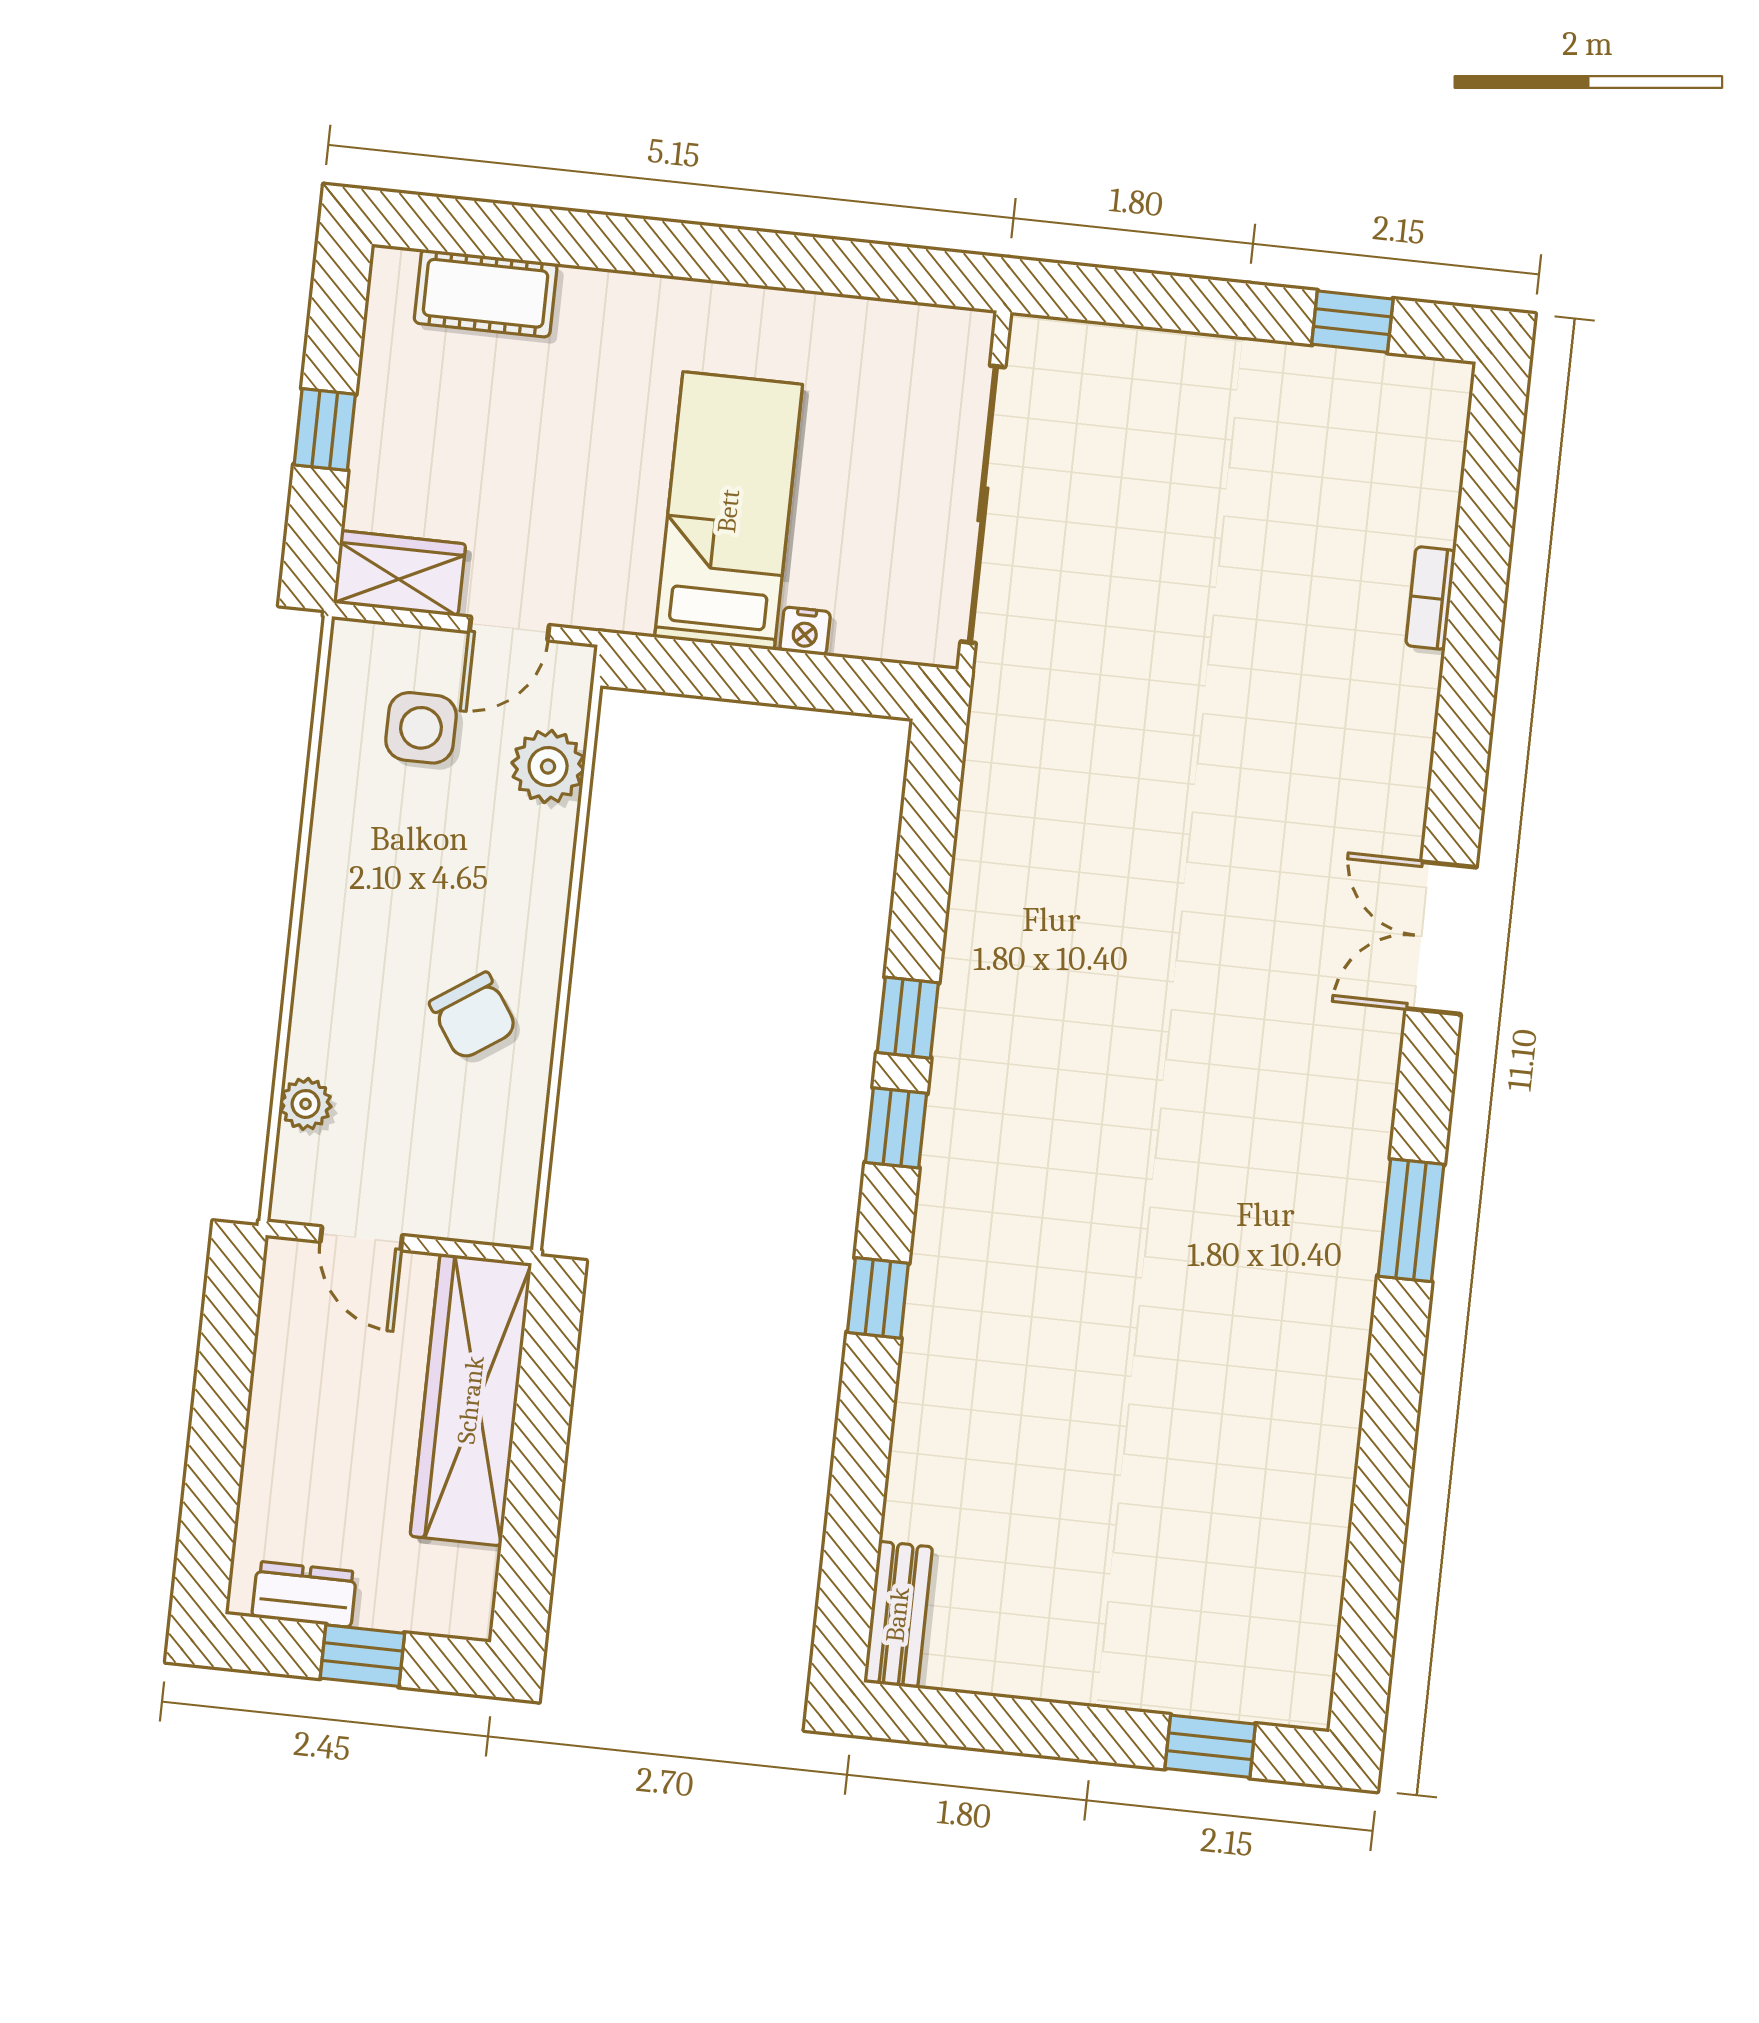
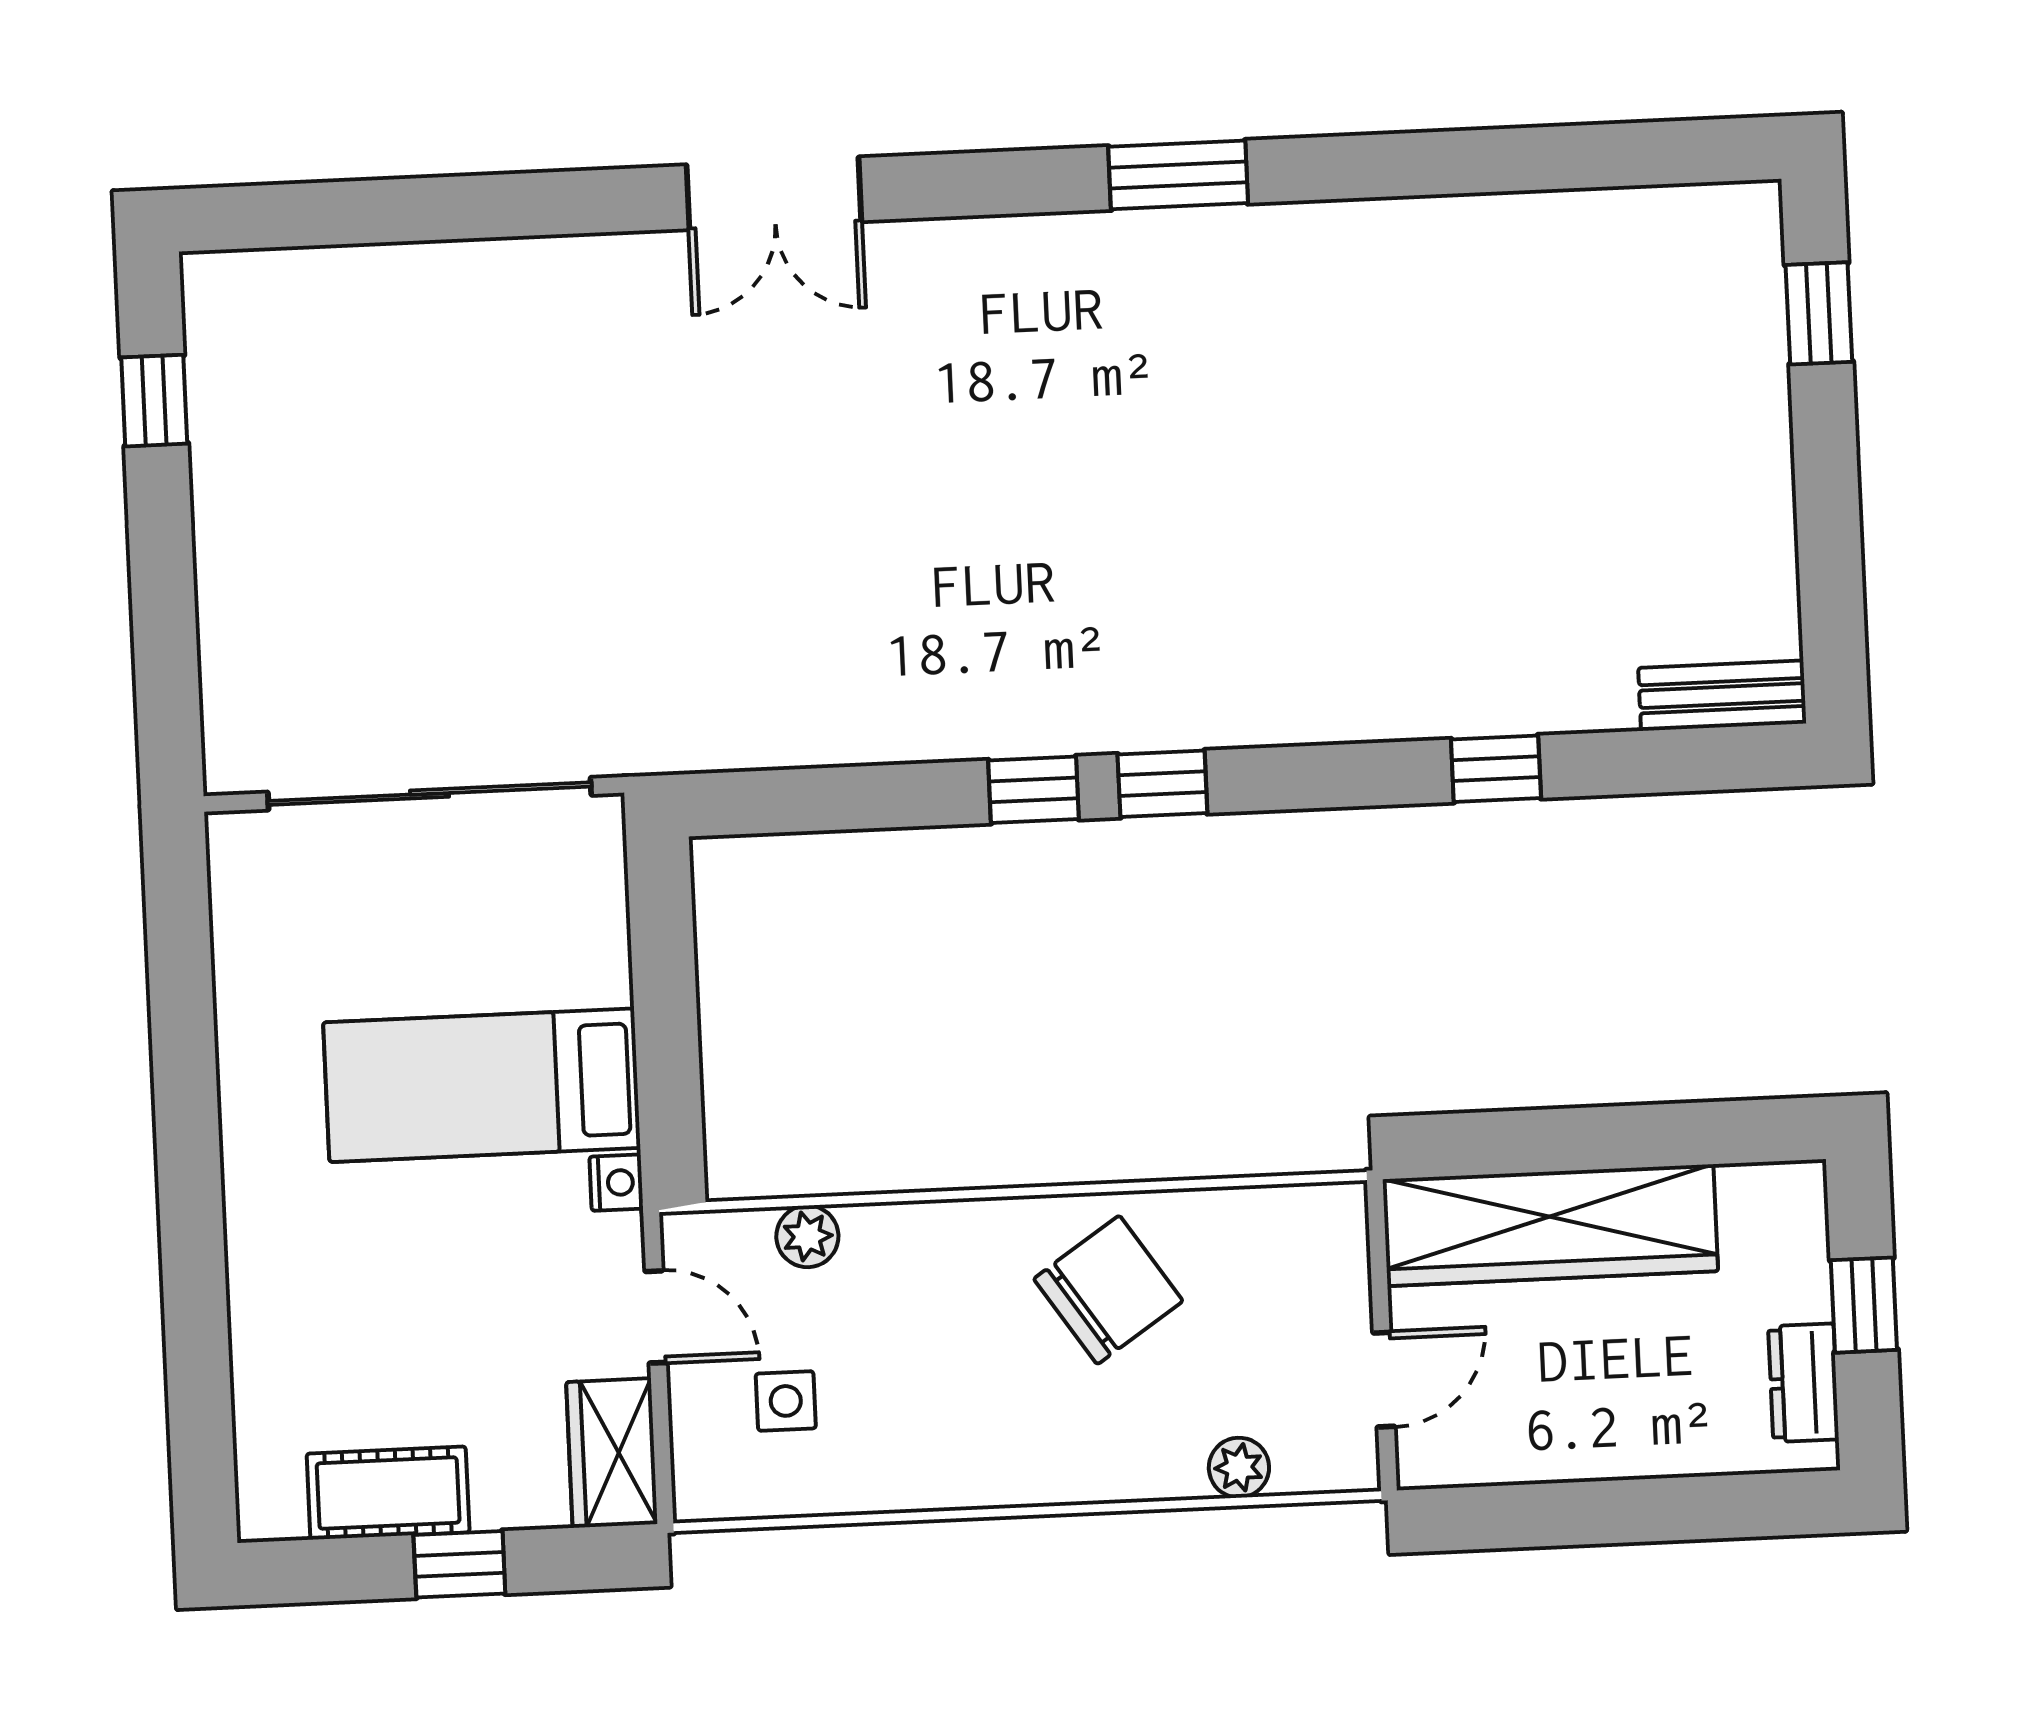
cot: (486, 293) -> (388, 1493), moved, turned 90
bookcase: (1431, 598) -> (459, 262), removed
nightstand: (805, 631) -> (616, 1183), moved
side table: (421, 728) -> (786, 1401), width x0.73, depth x0.73
plant: (548, 767) -> (807, 1236), width x0.73, depth x0.73
double door: (1441, 938) -> (774, 193), moved
chair: (473, 1016) -> (1108, 1290), width x1.37, depth x1.37
window: (878, 1298) -> (1496, 769), moved

